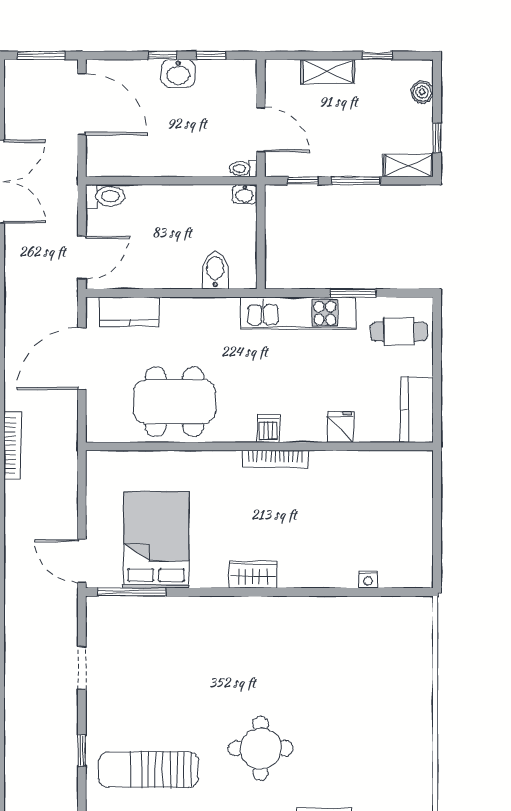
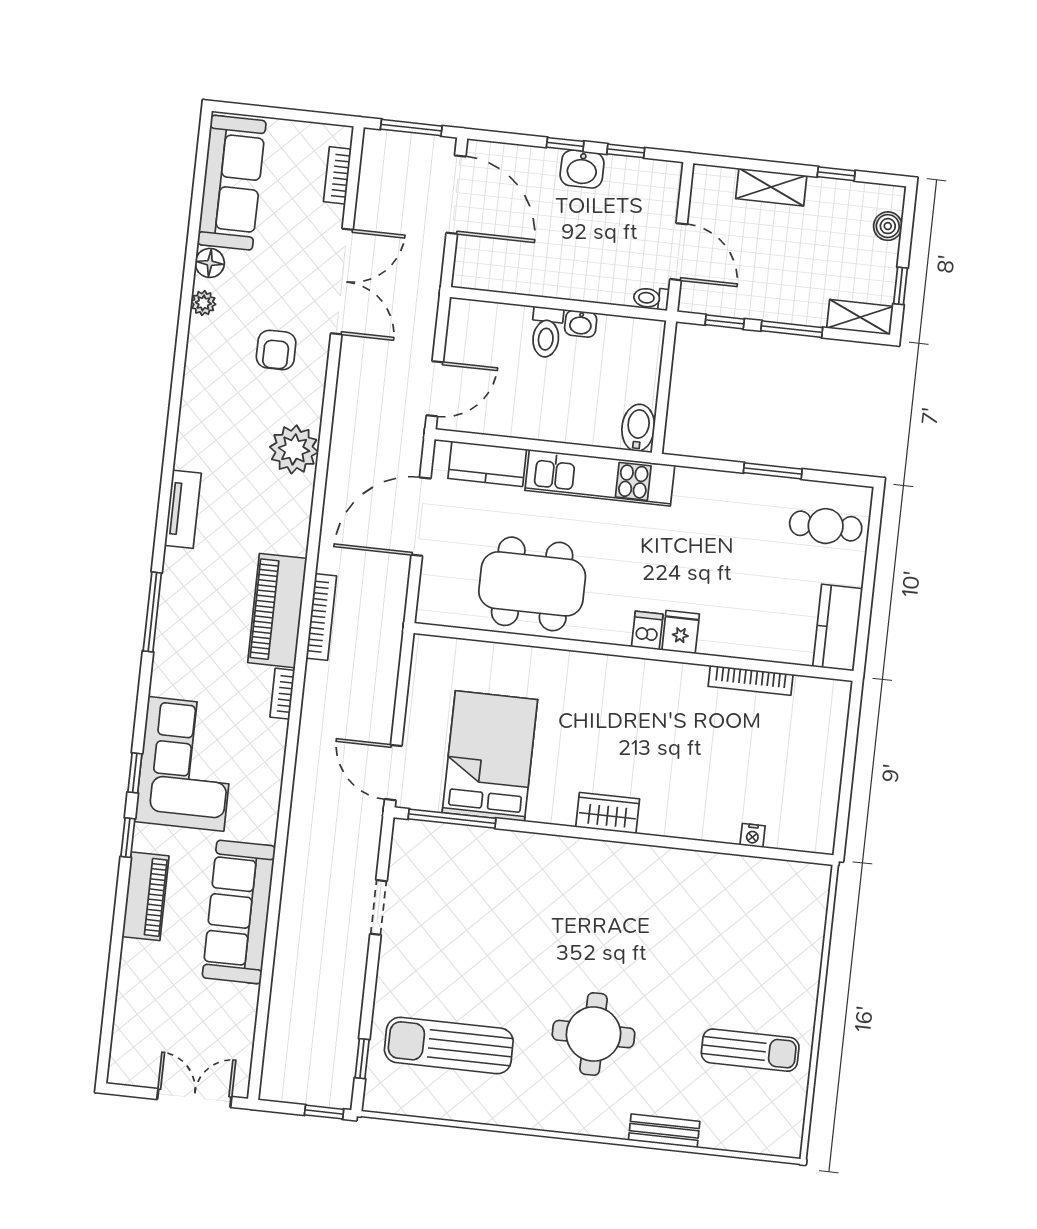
washbasin: (245, 194) -> (581, 324), moved
toilet: (105, 196) -> (546, 332), moved, turned 90
bidet: (215, 271) -> (638, 428), moved
kitchen unit: (298, 313) -> (600, 478), moved
fridge: (340, 427) -> (681, 632), moved
bookcase: (275, 459) -> (751, 680), moved
sun lounger: (384, 748) -> (750, 1050), added
window: (82, 750) -> (362, 1059), moved

